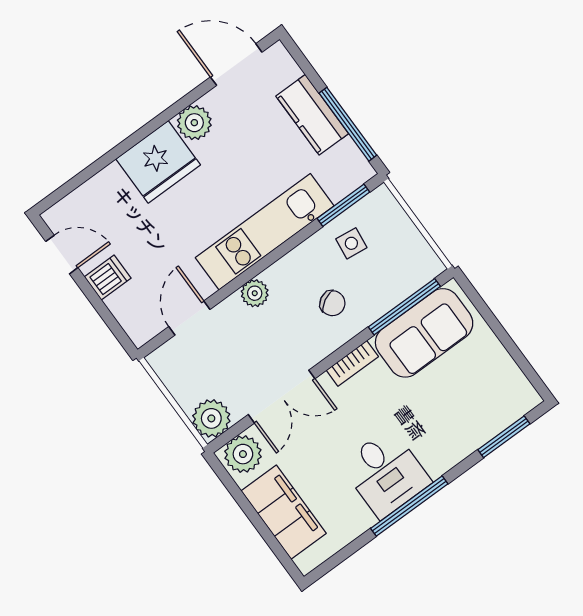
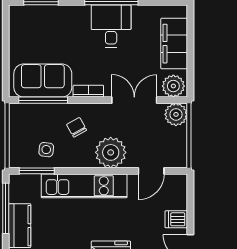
plant: (255, 293) -> (111, 152), width x1.88, depth x1.88

